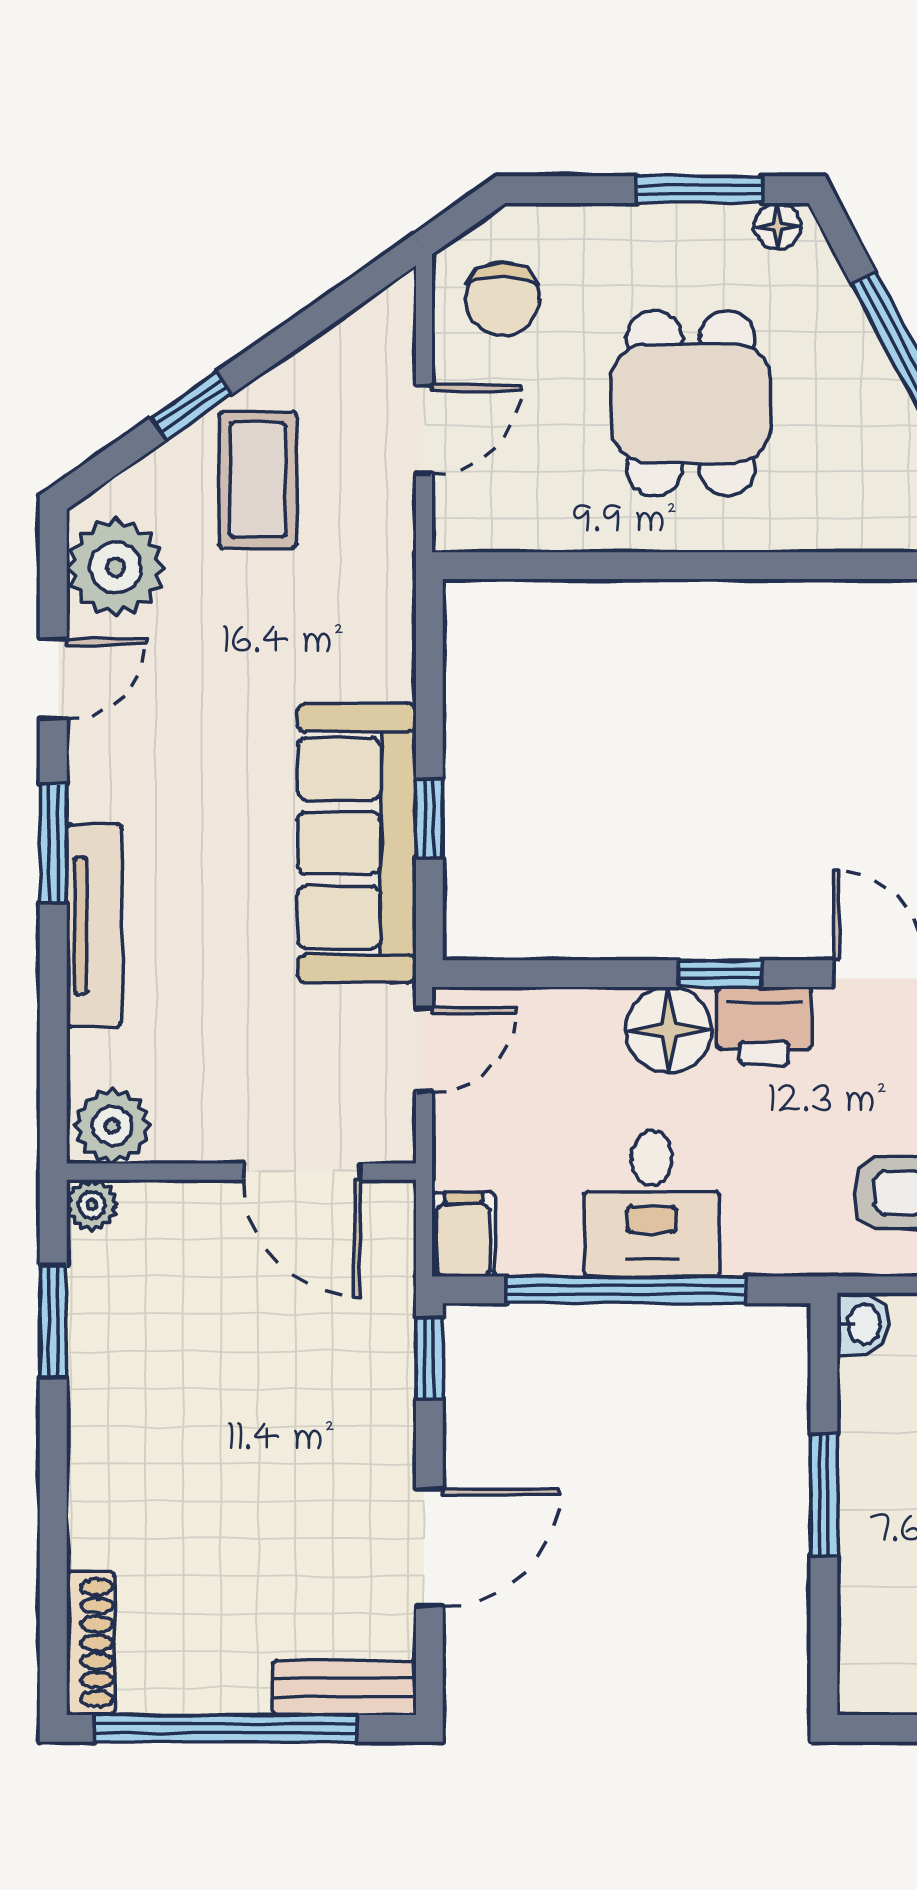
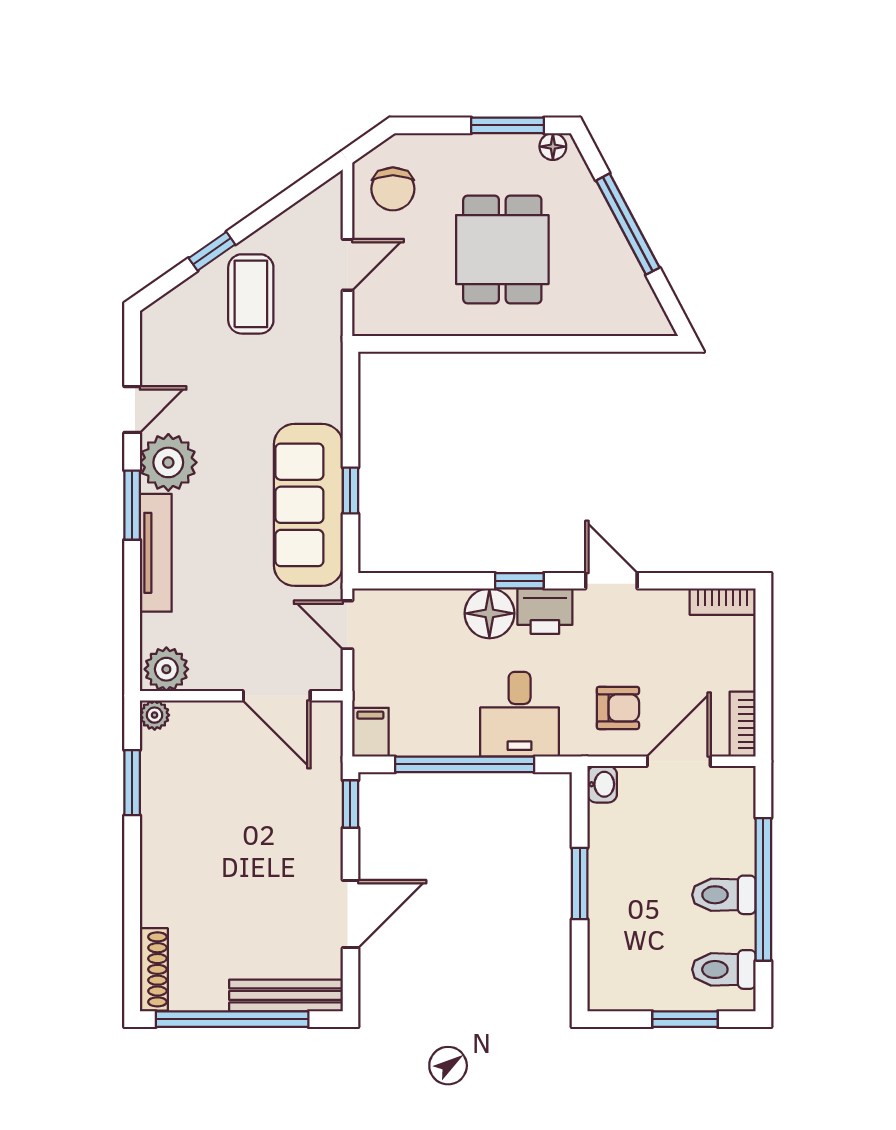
plant: (116, 567) -> (168, 462), moved
door: (424, 1050) -> (347, 625), swing flipped
desk: (652, 1203) -> (520, 714), moved
bench: (344, 1688) -> (286, 995), width x1.36

